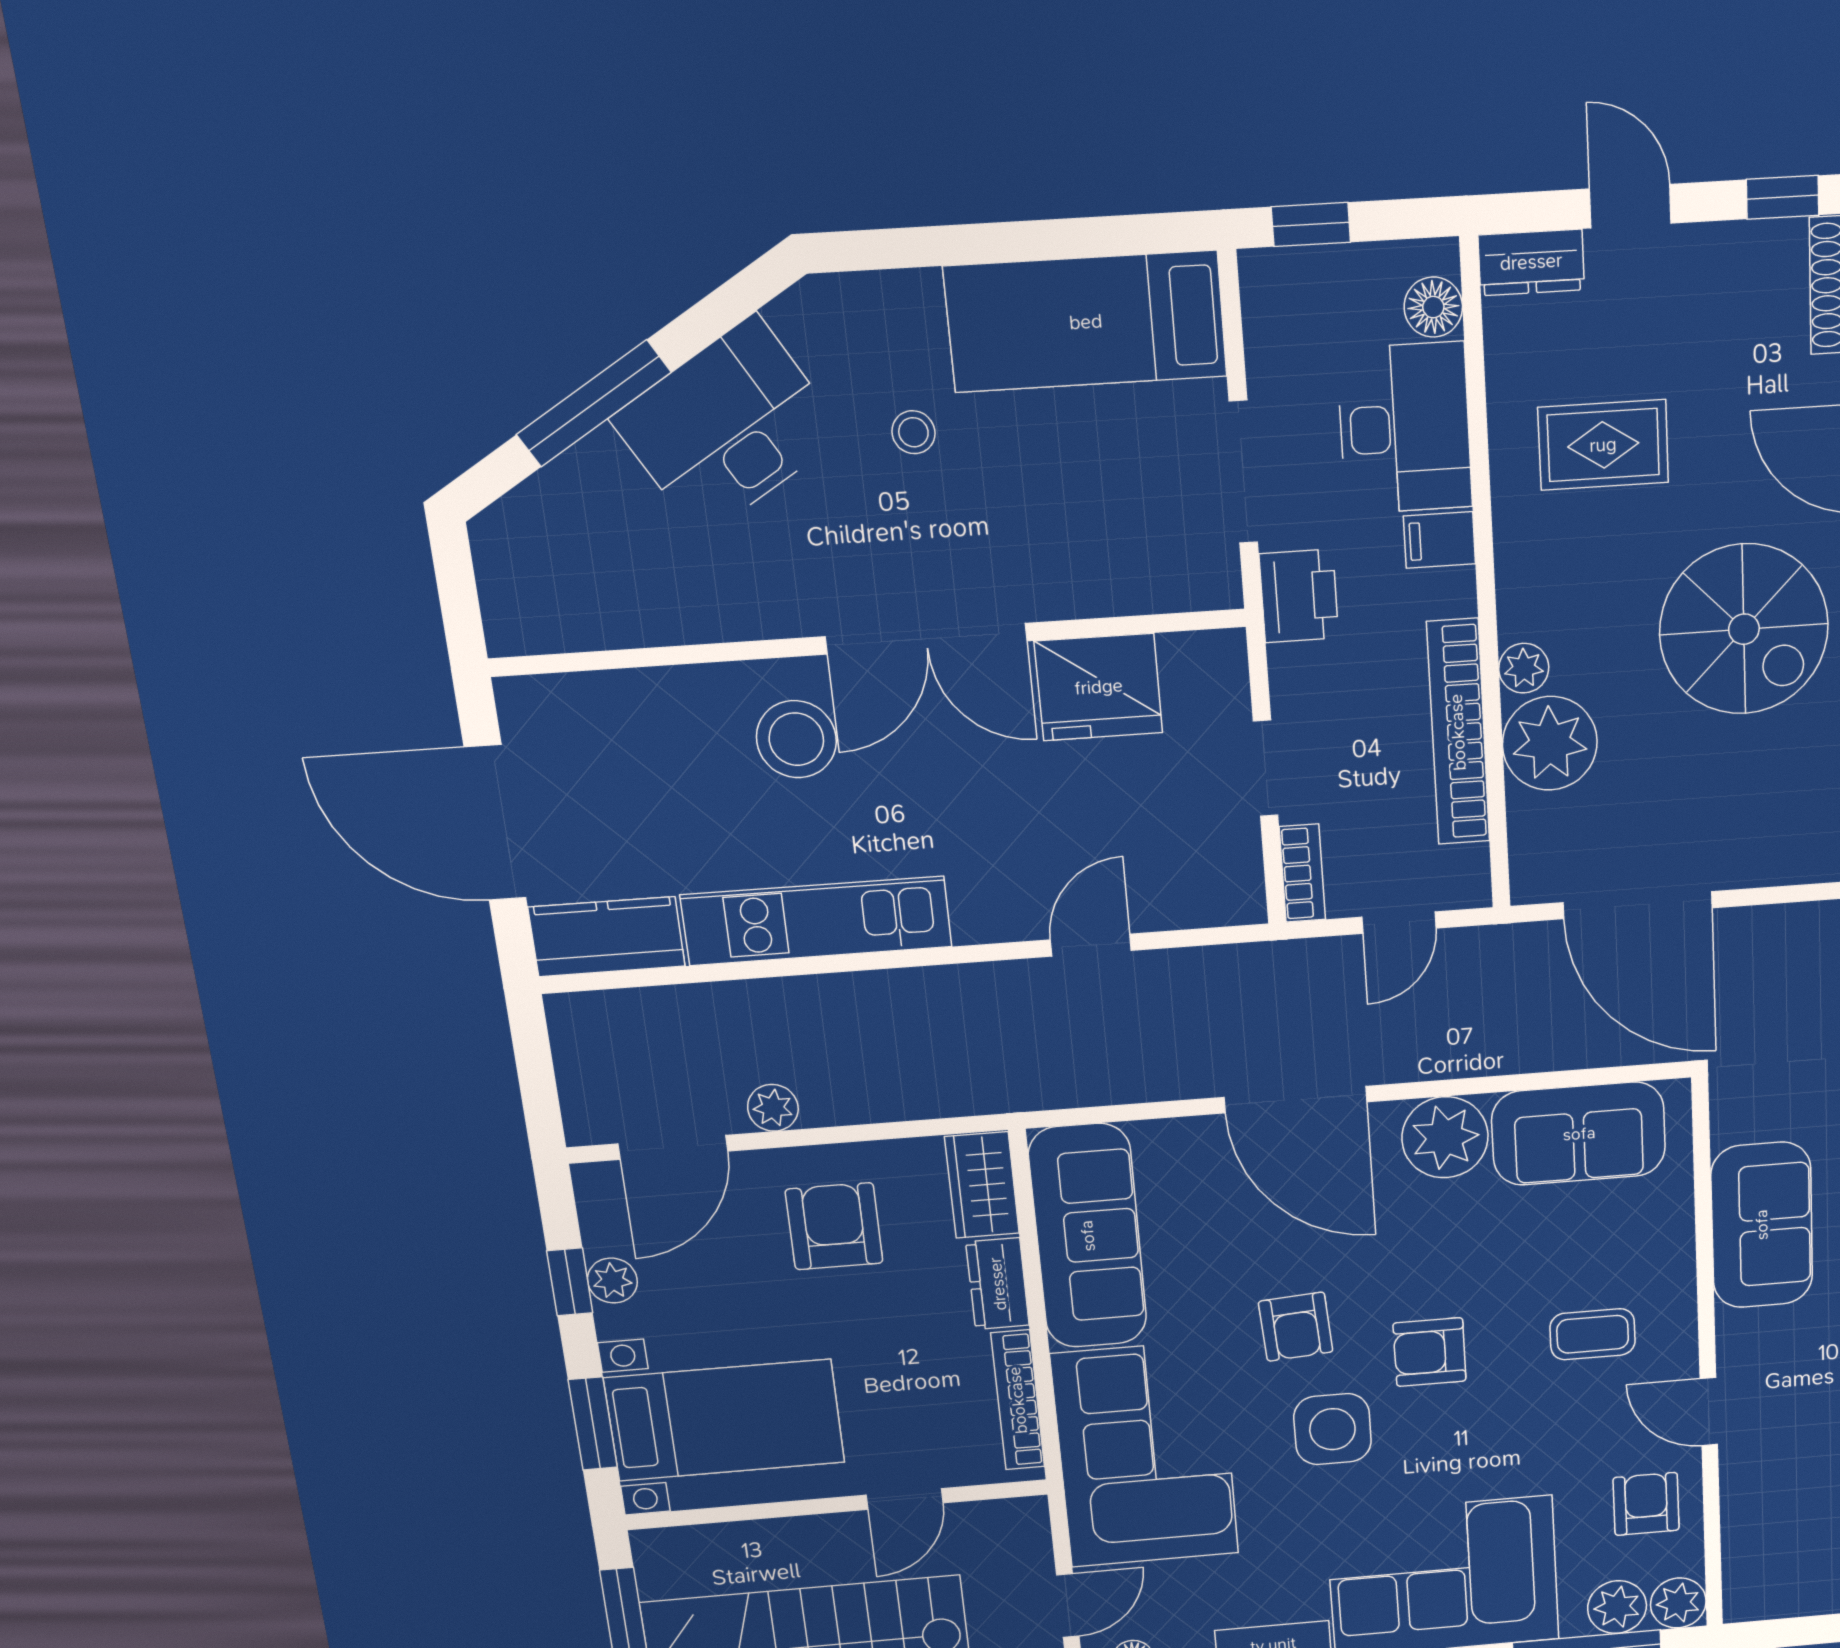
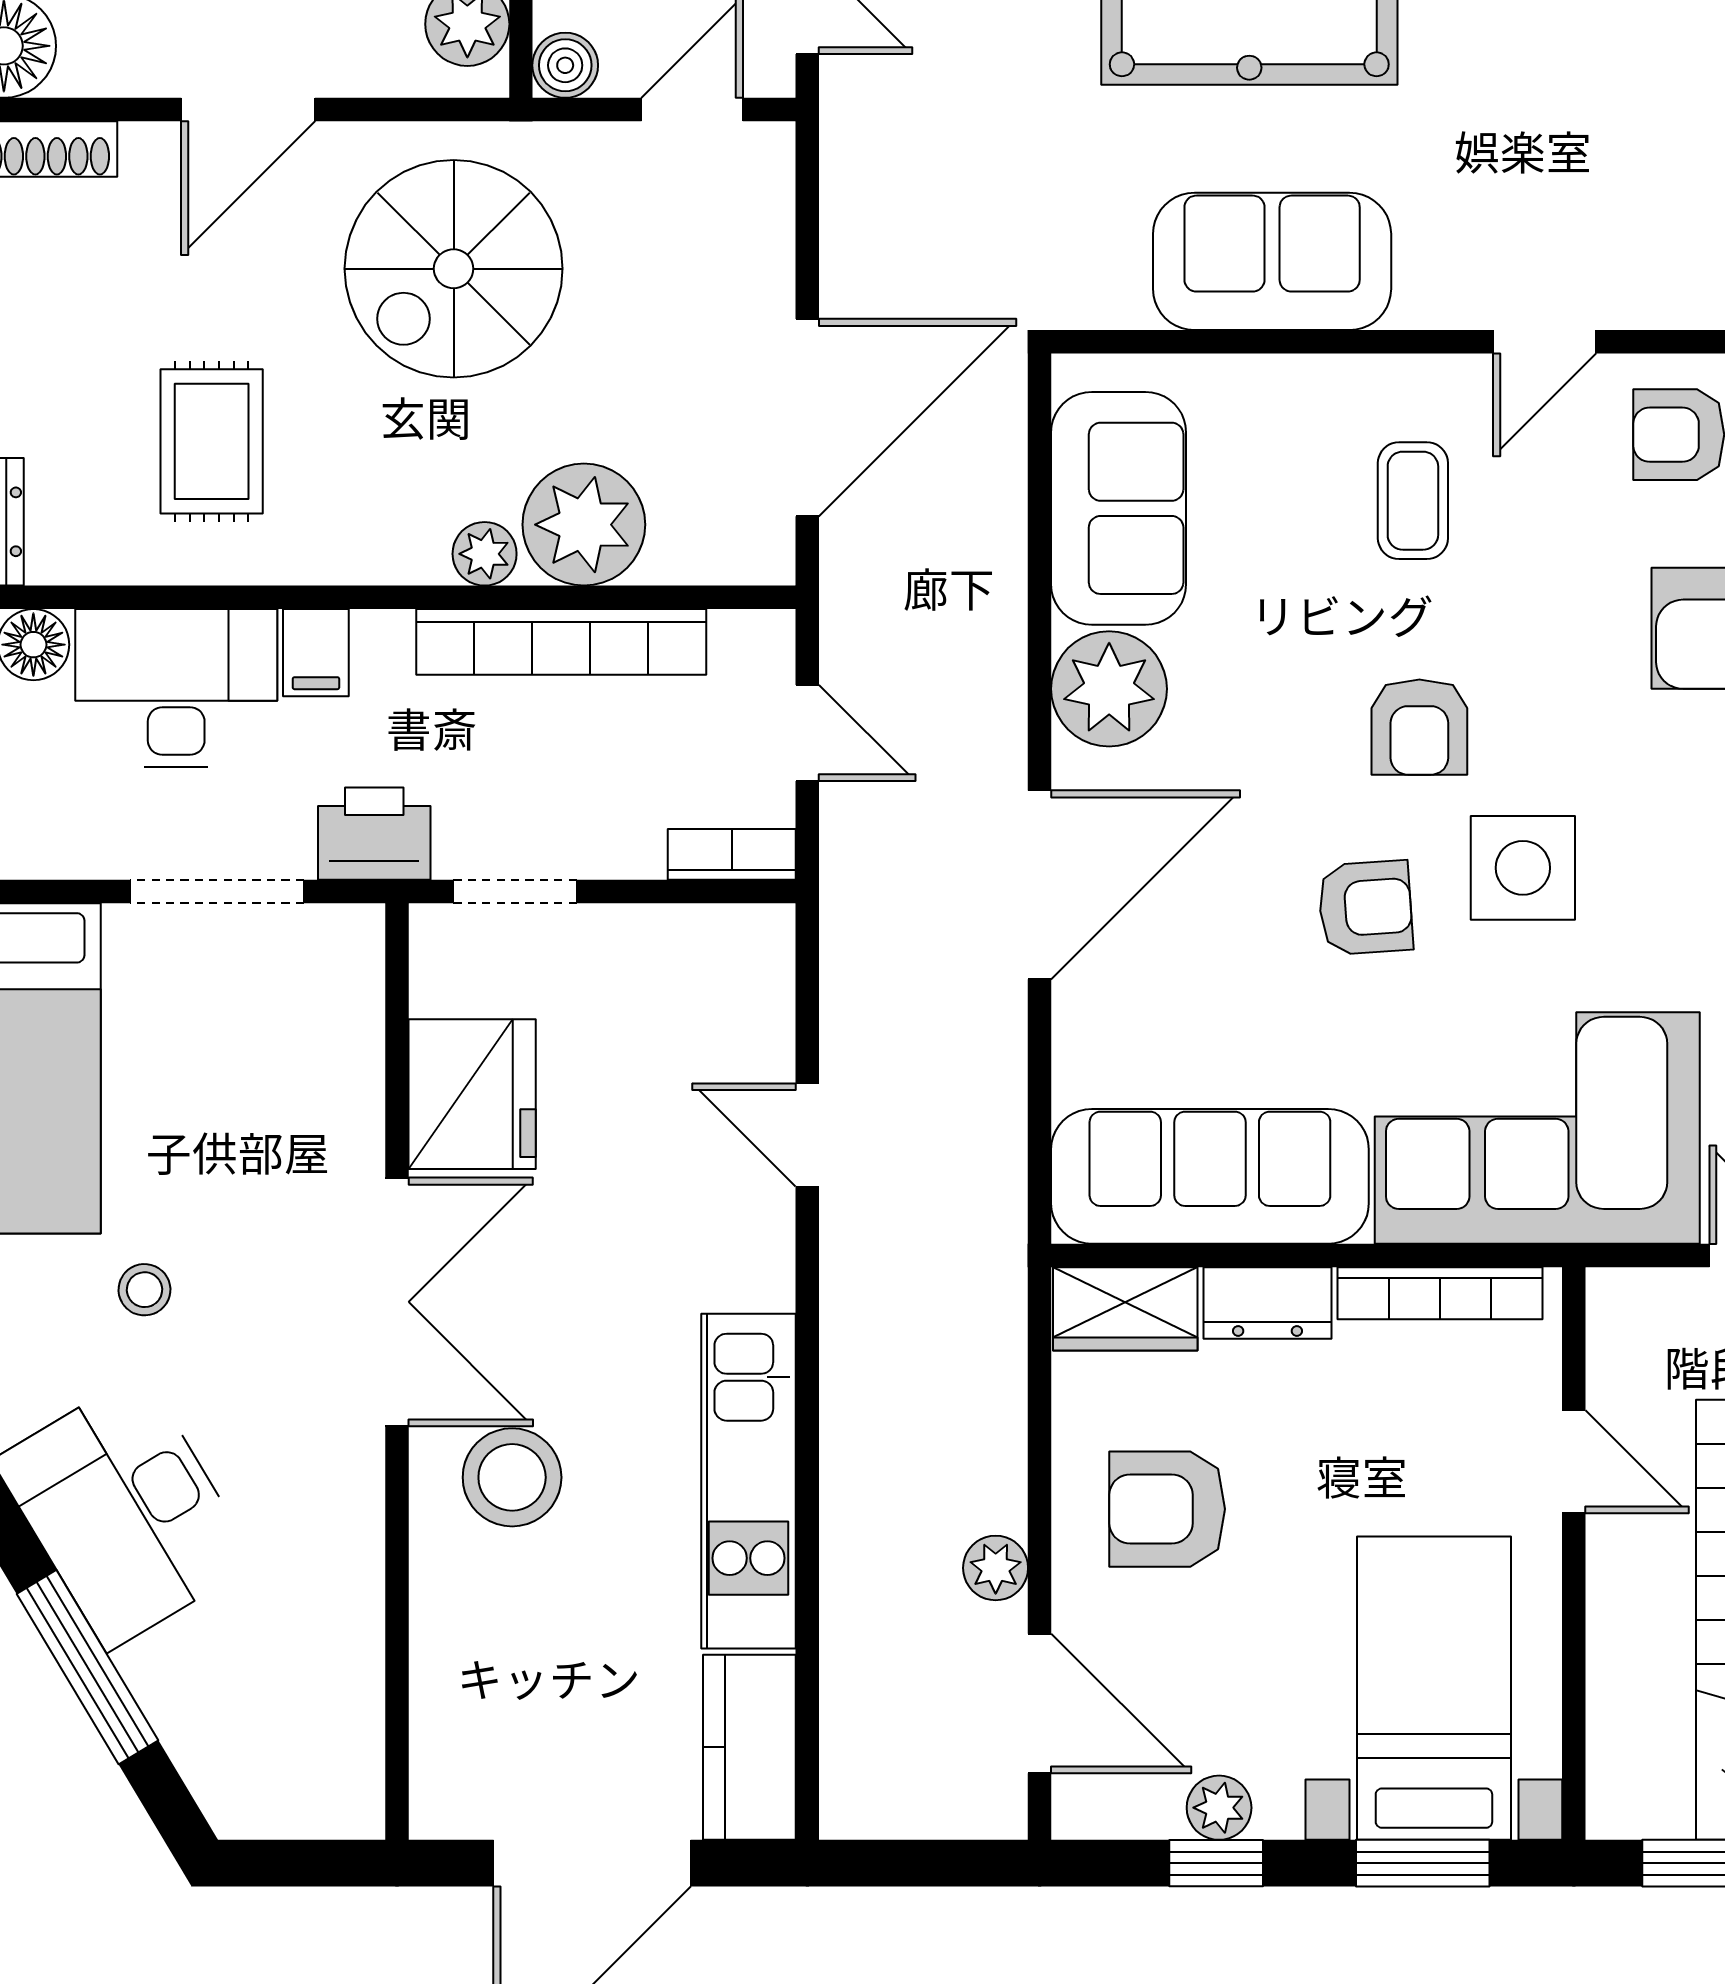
spiral stairs: (1744, 629) -> (454, 269), turned 180
doorway: (1266, 768) -> (515, 892), moved

